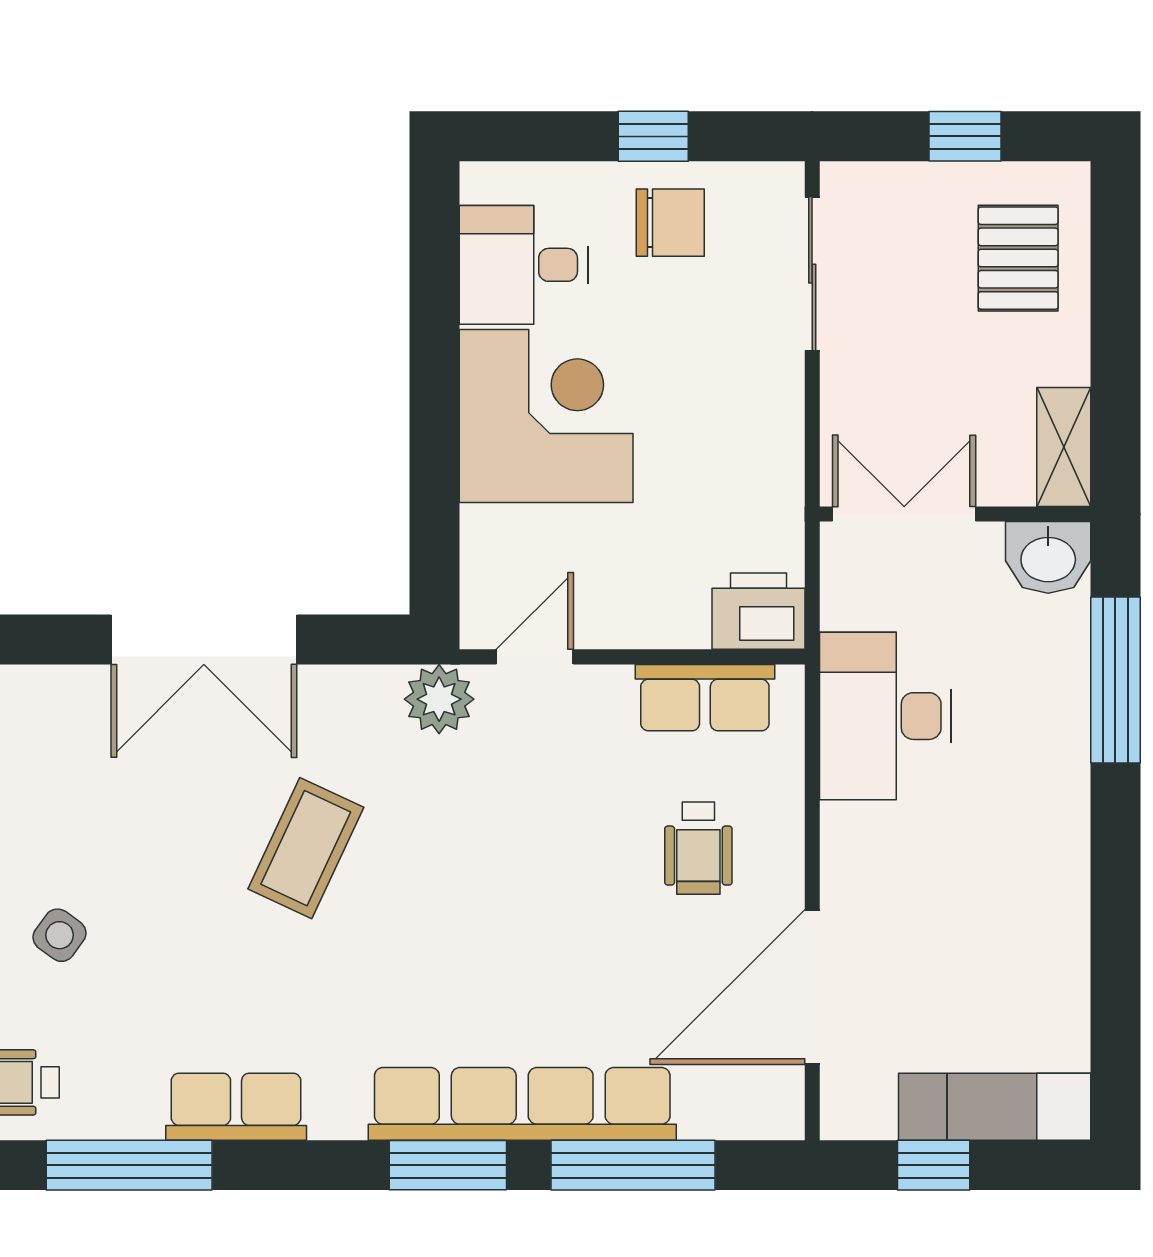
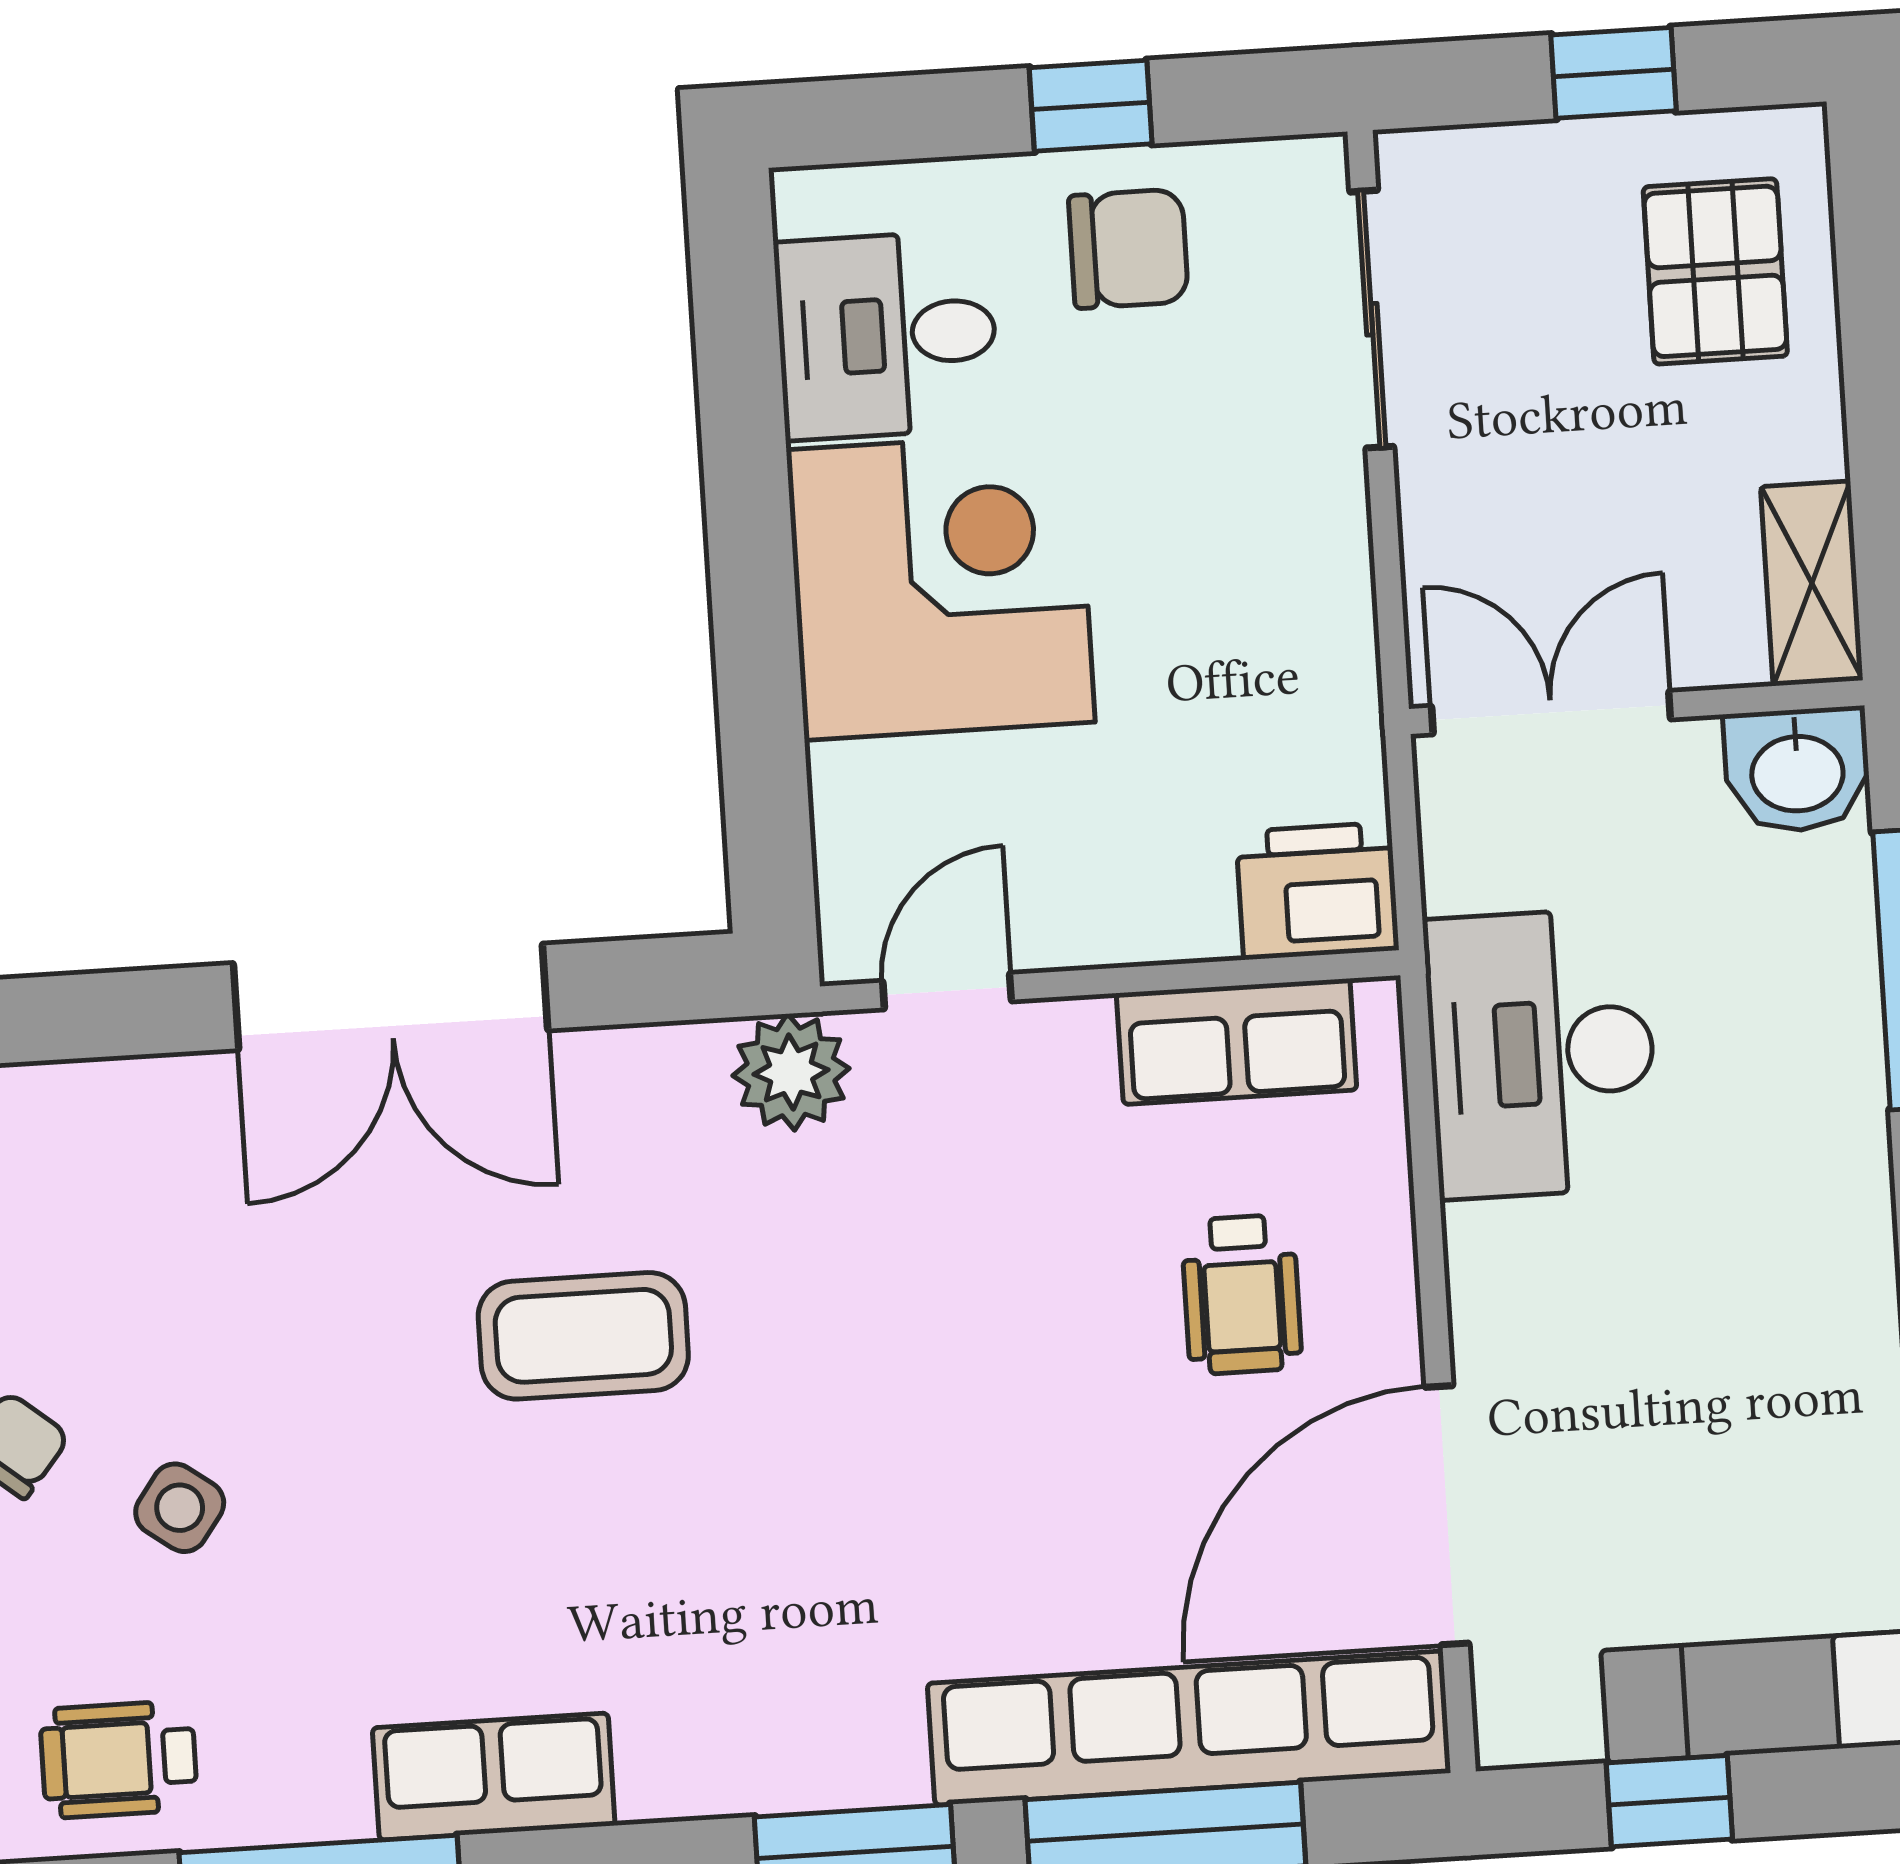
coffee table: (306, 848) -> (583, 1336), turned 65
row of seats: (522, 1104) -> (1189, 1728), moved

